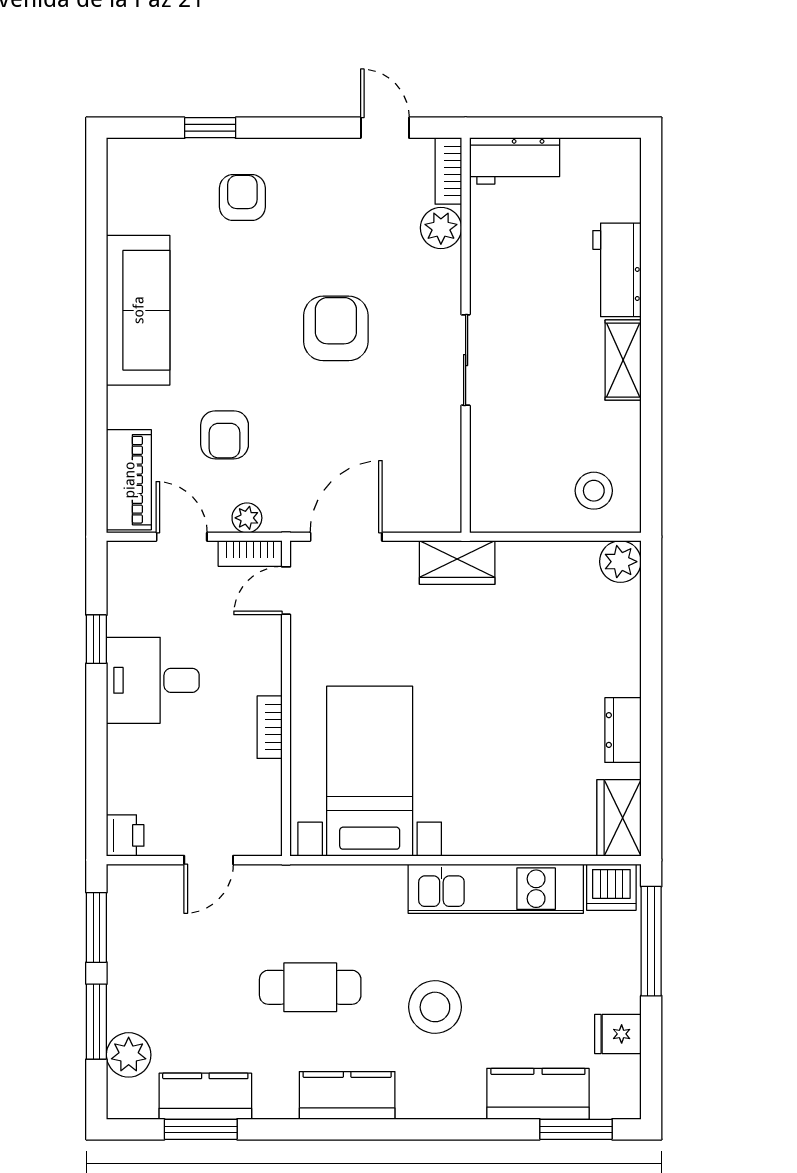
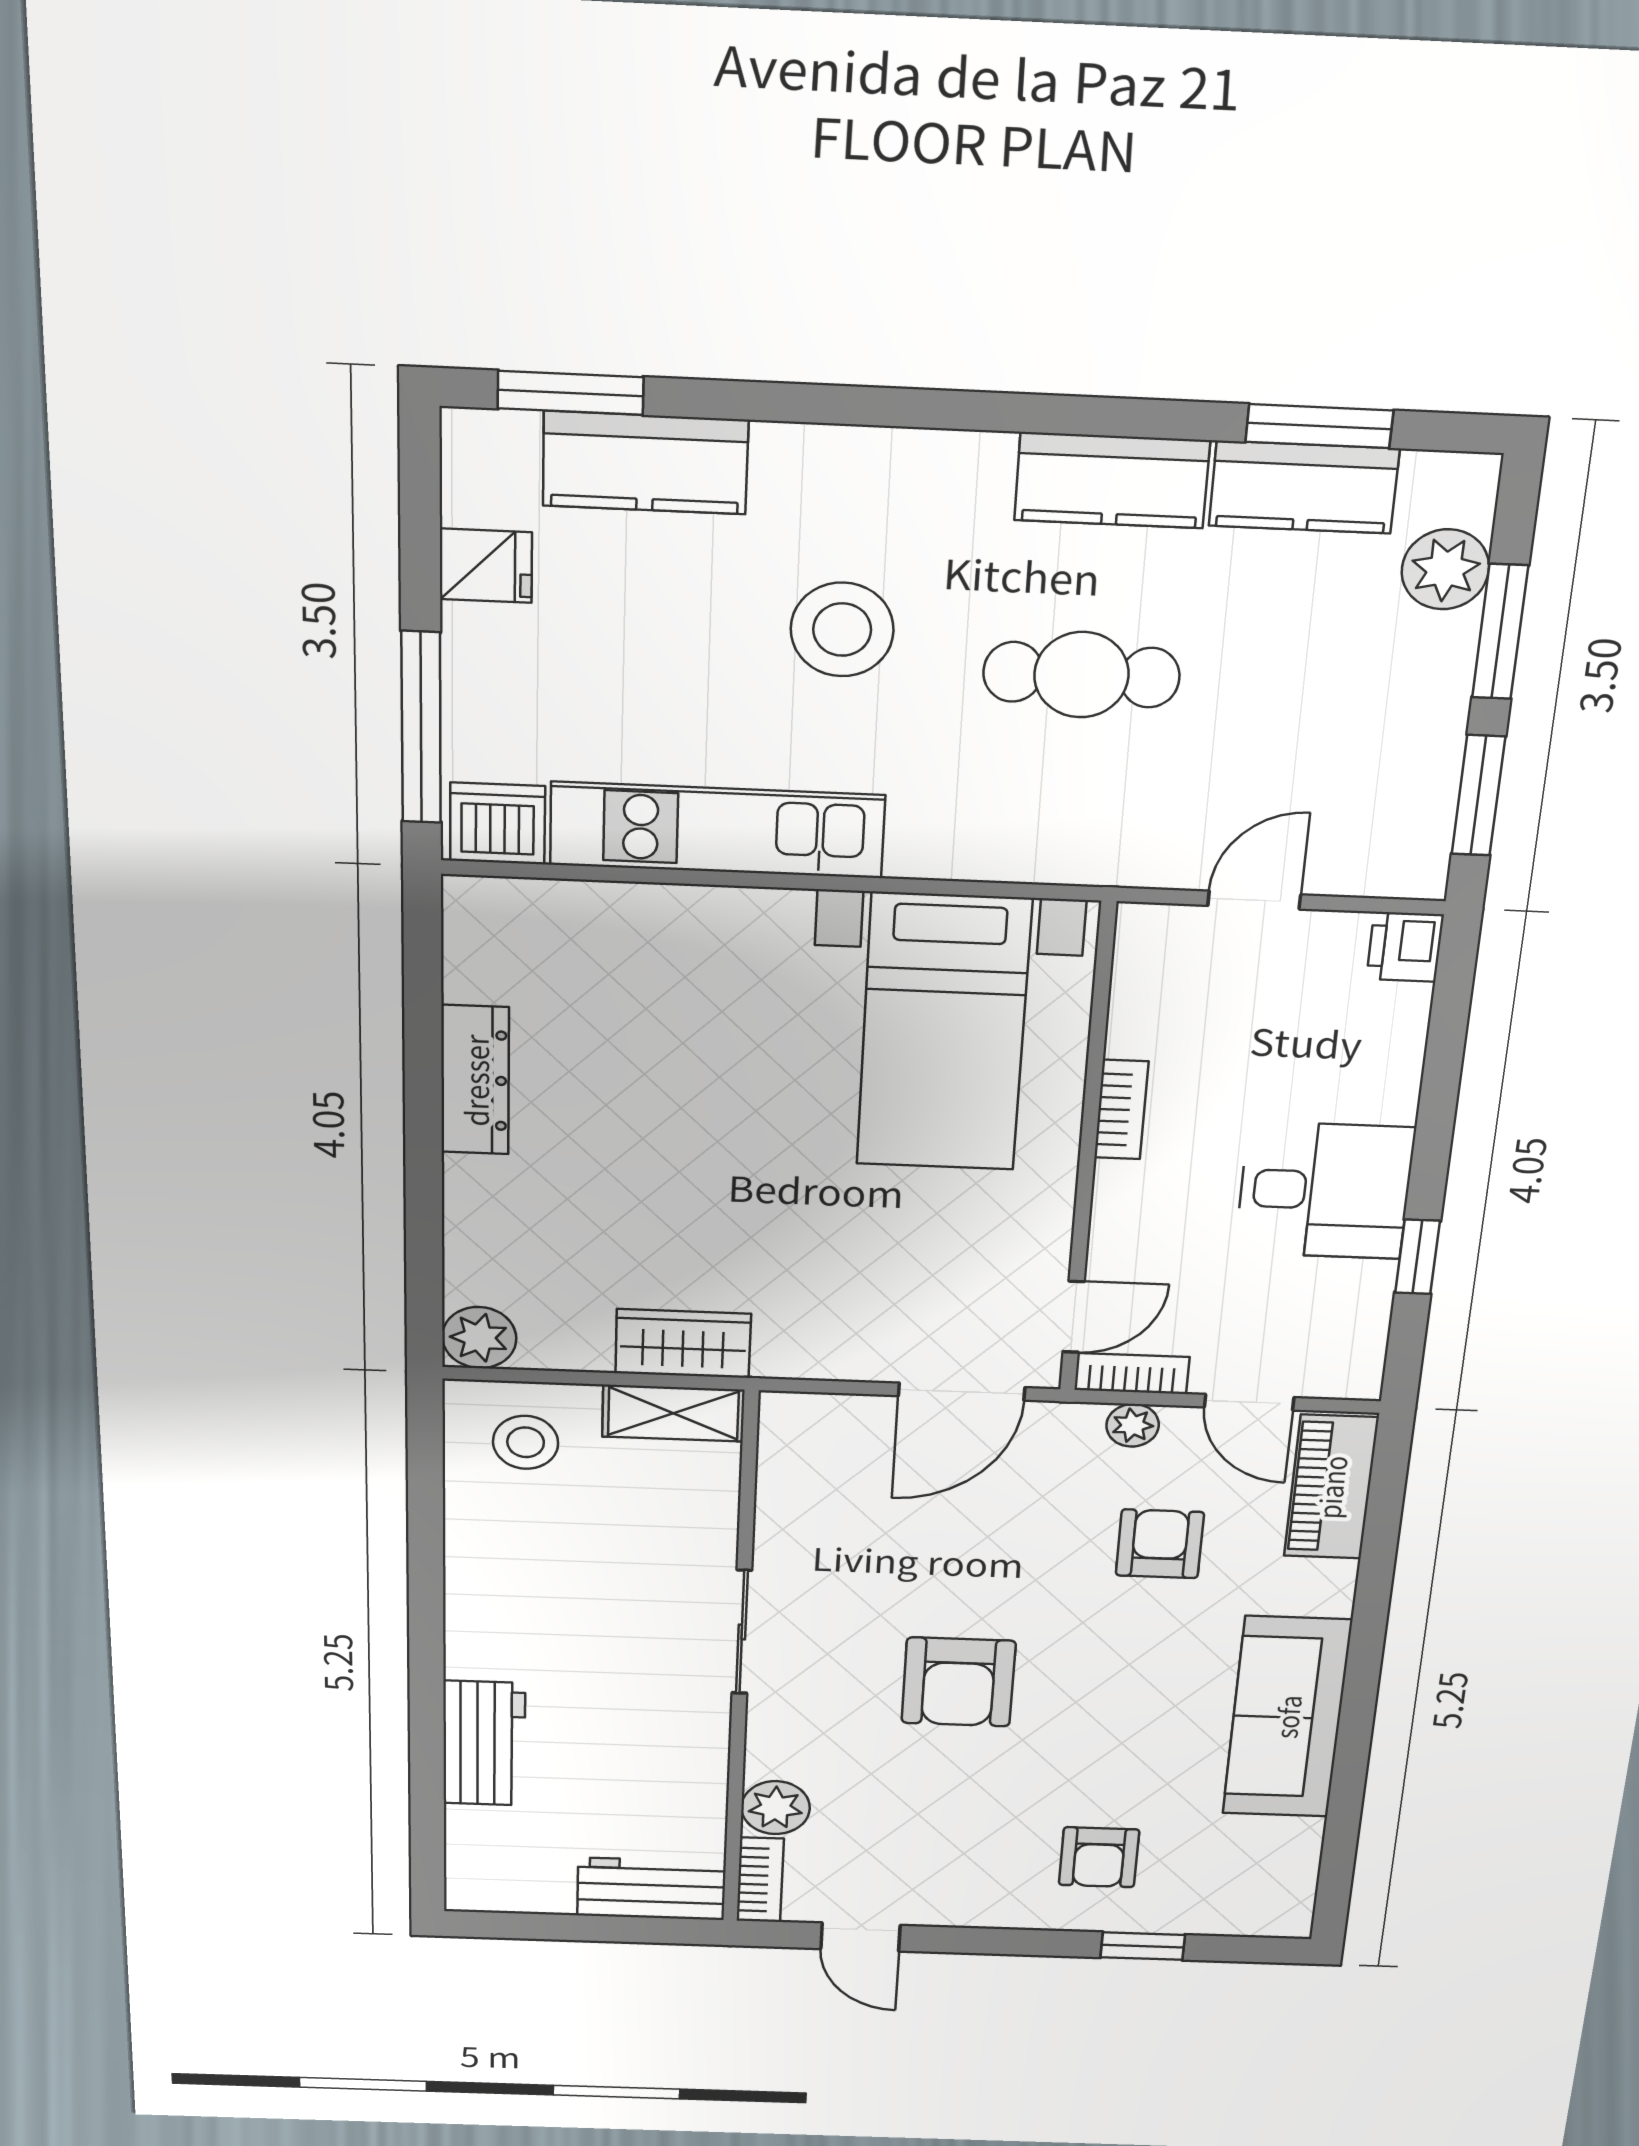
shelving: (623, 360) -> (673, 1413), moved, turned 90
wardrobe: (457, 563) -> (683, 1344), moved
dresser: (623, 730) -> (475, 1080), width x1.44
wardrobe: (619, 818) -> (483, 939), removed
kitchen counter: (347, 1096) -> (1112, 480), moved

